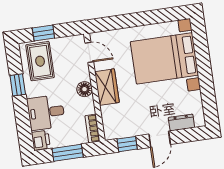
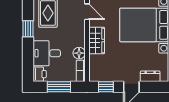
floor lamp: (85, 89) -> (79, 53), moved

